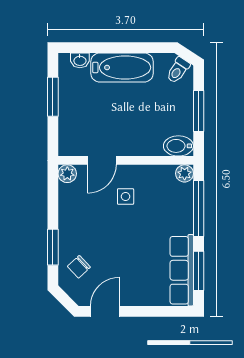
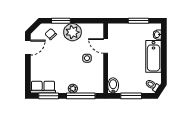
plant: (185, 173) -> (73, 89), moved
plant: (67, 174) -> (73, 32), moved, width x1.87, depth x1.87
row of seats: (182, 270) -> (43, 87), width x0.68
door: (105, 311) -> (28, 48), hinge flipped

